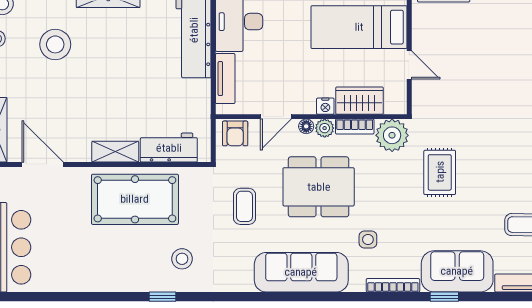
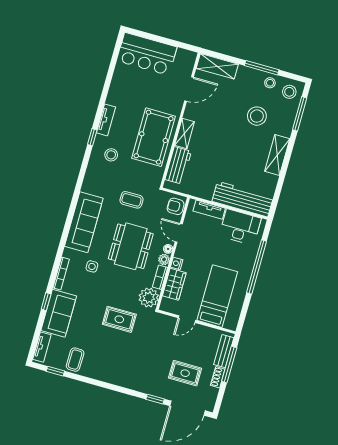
rug: (496, 44) -> (185, 373), added
tv unit: (129, 283) -> (106, 120), added

